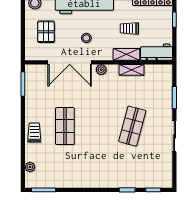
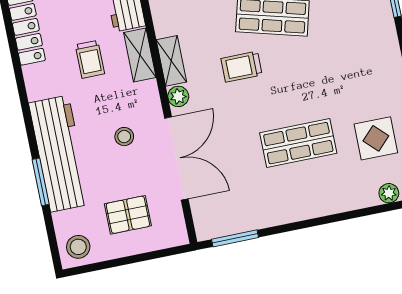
shelving: (132, 70) -> (171, 61), moved
trolley: (34, 133) -> (242, 67), moved
display table: (59, 166) -> (376, 138), added

